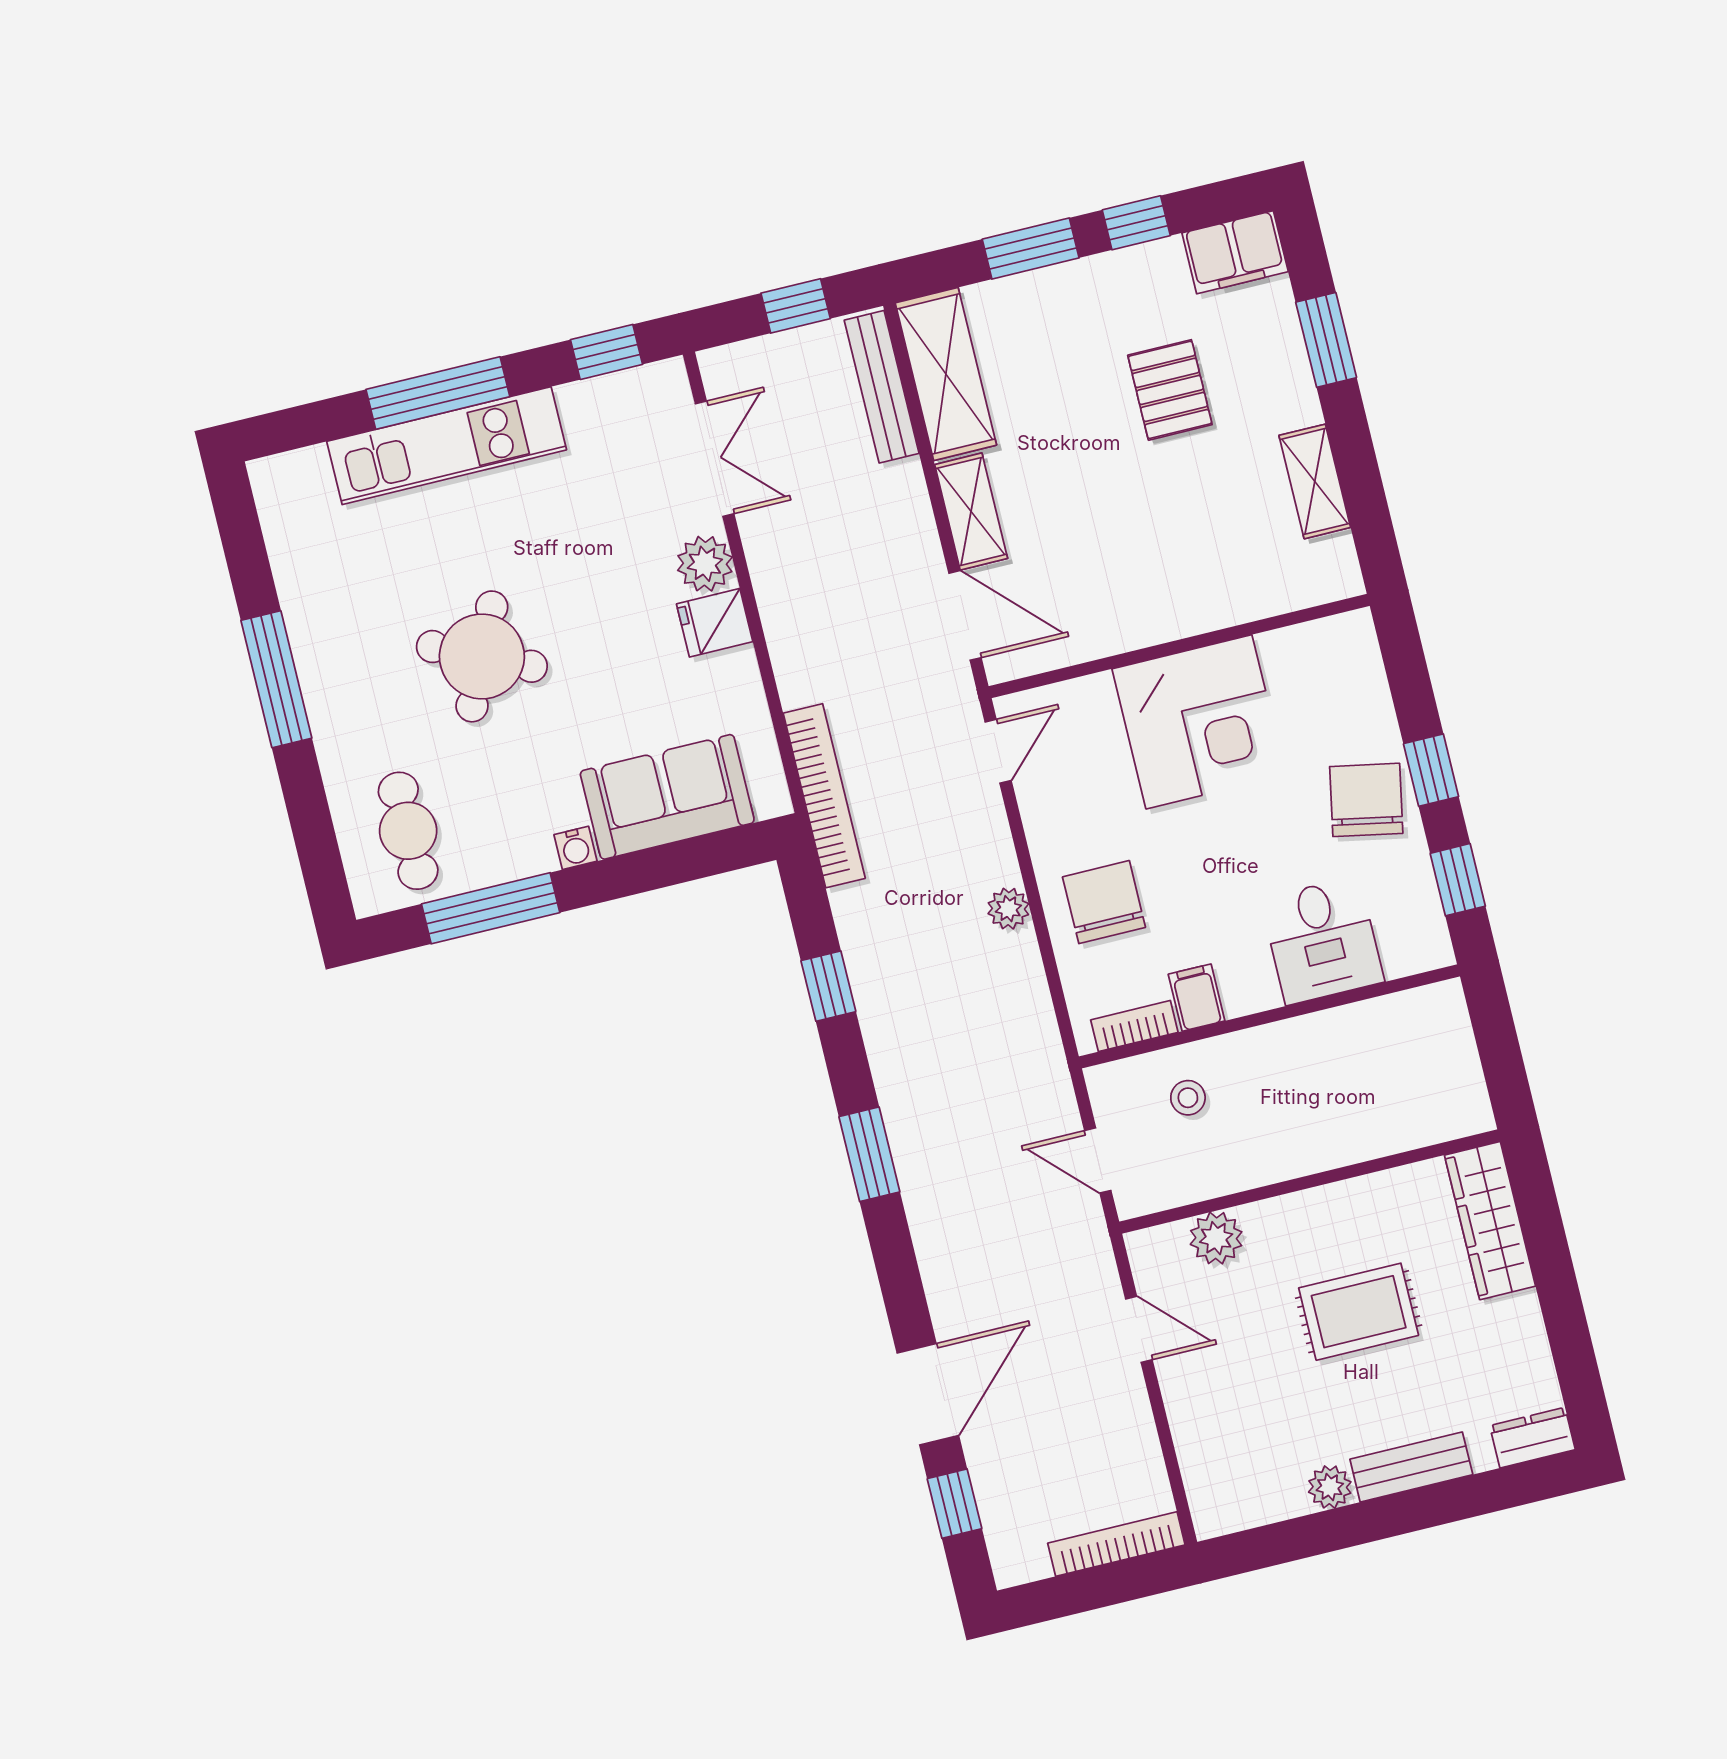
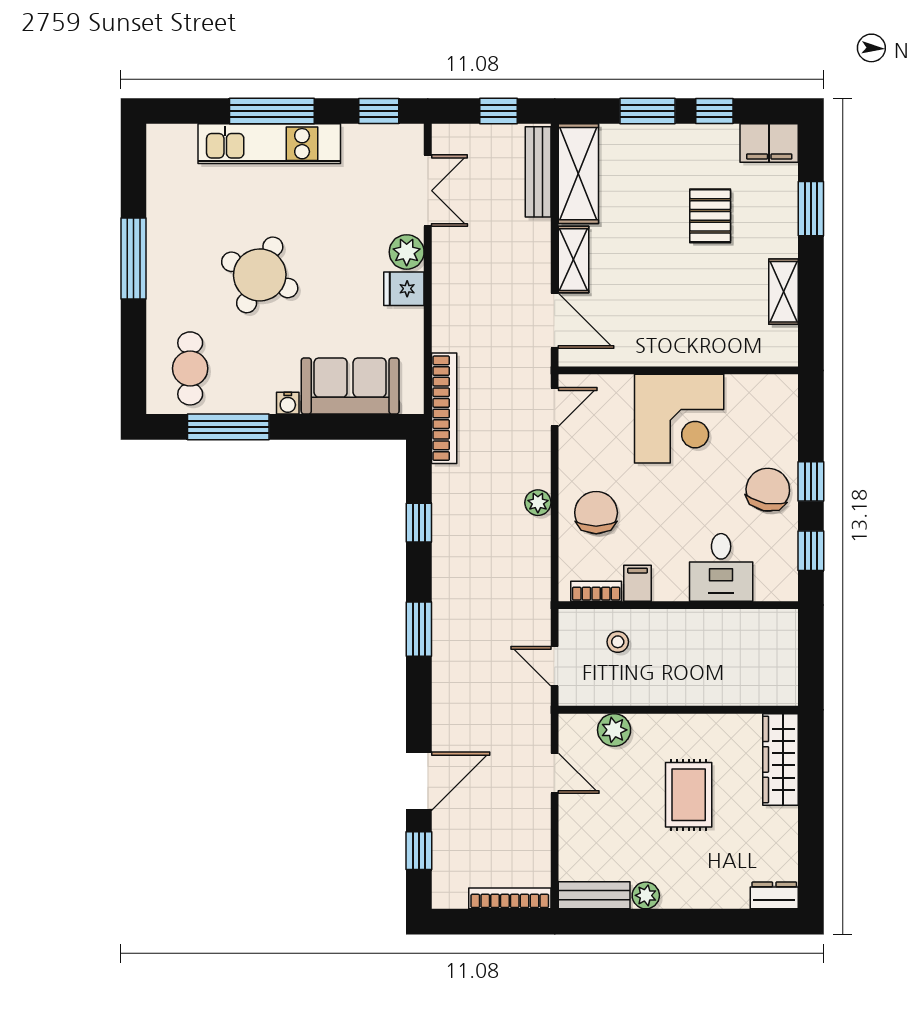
rug: (1359, 1312) -> (689, 795), turned 90
bench: (1411, 1467) -> (594, 895), moved

